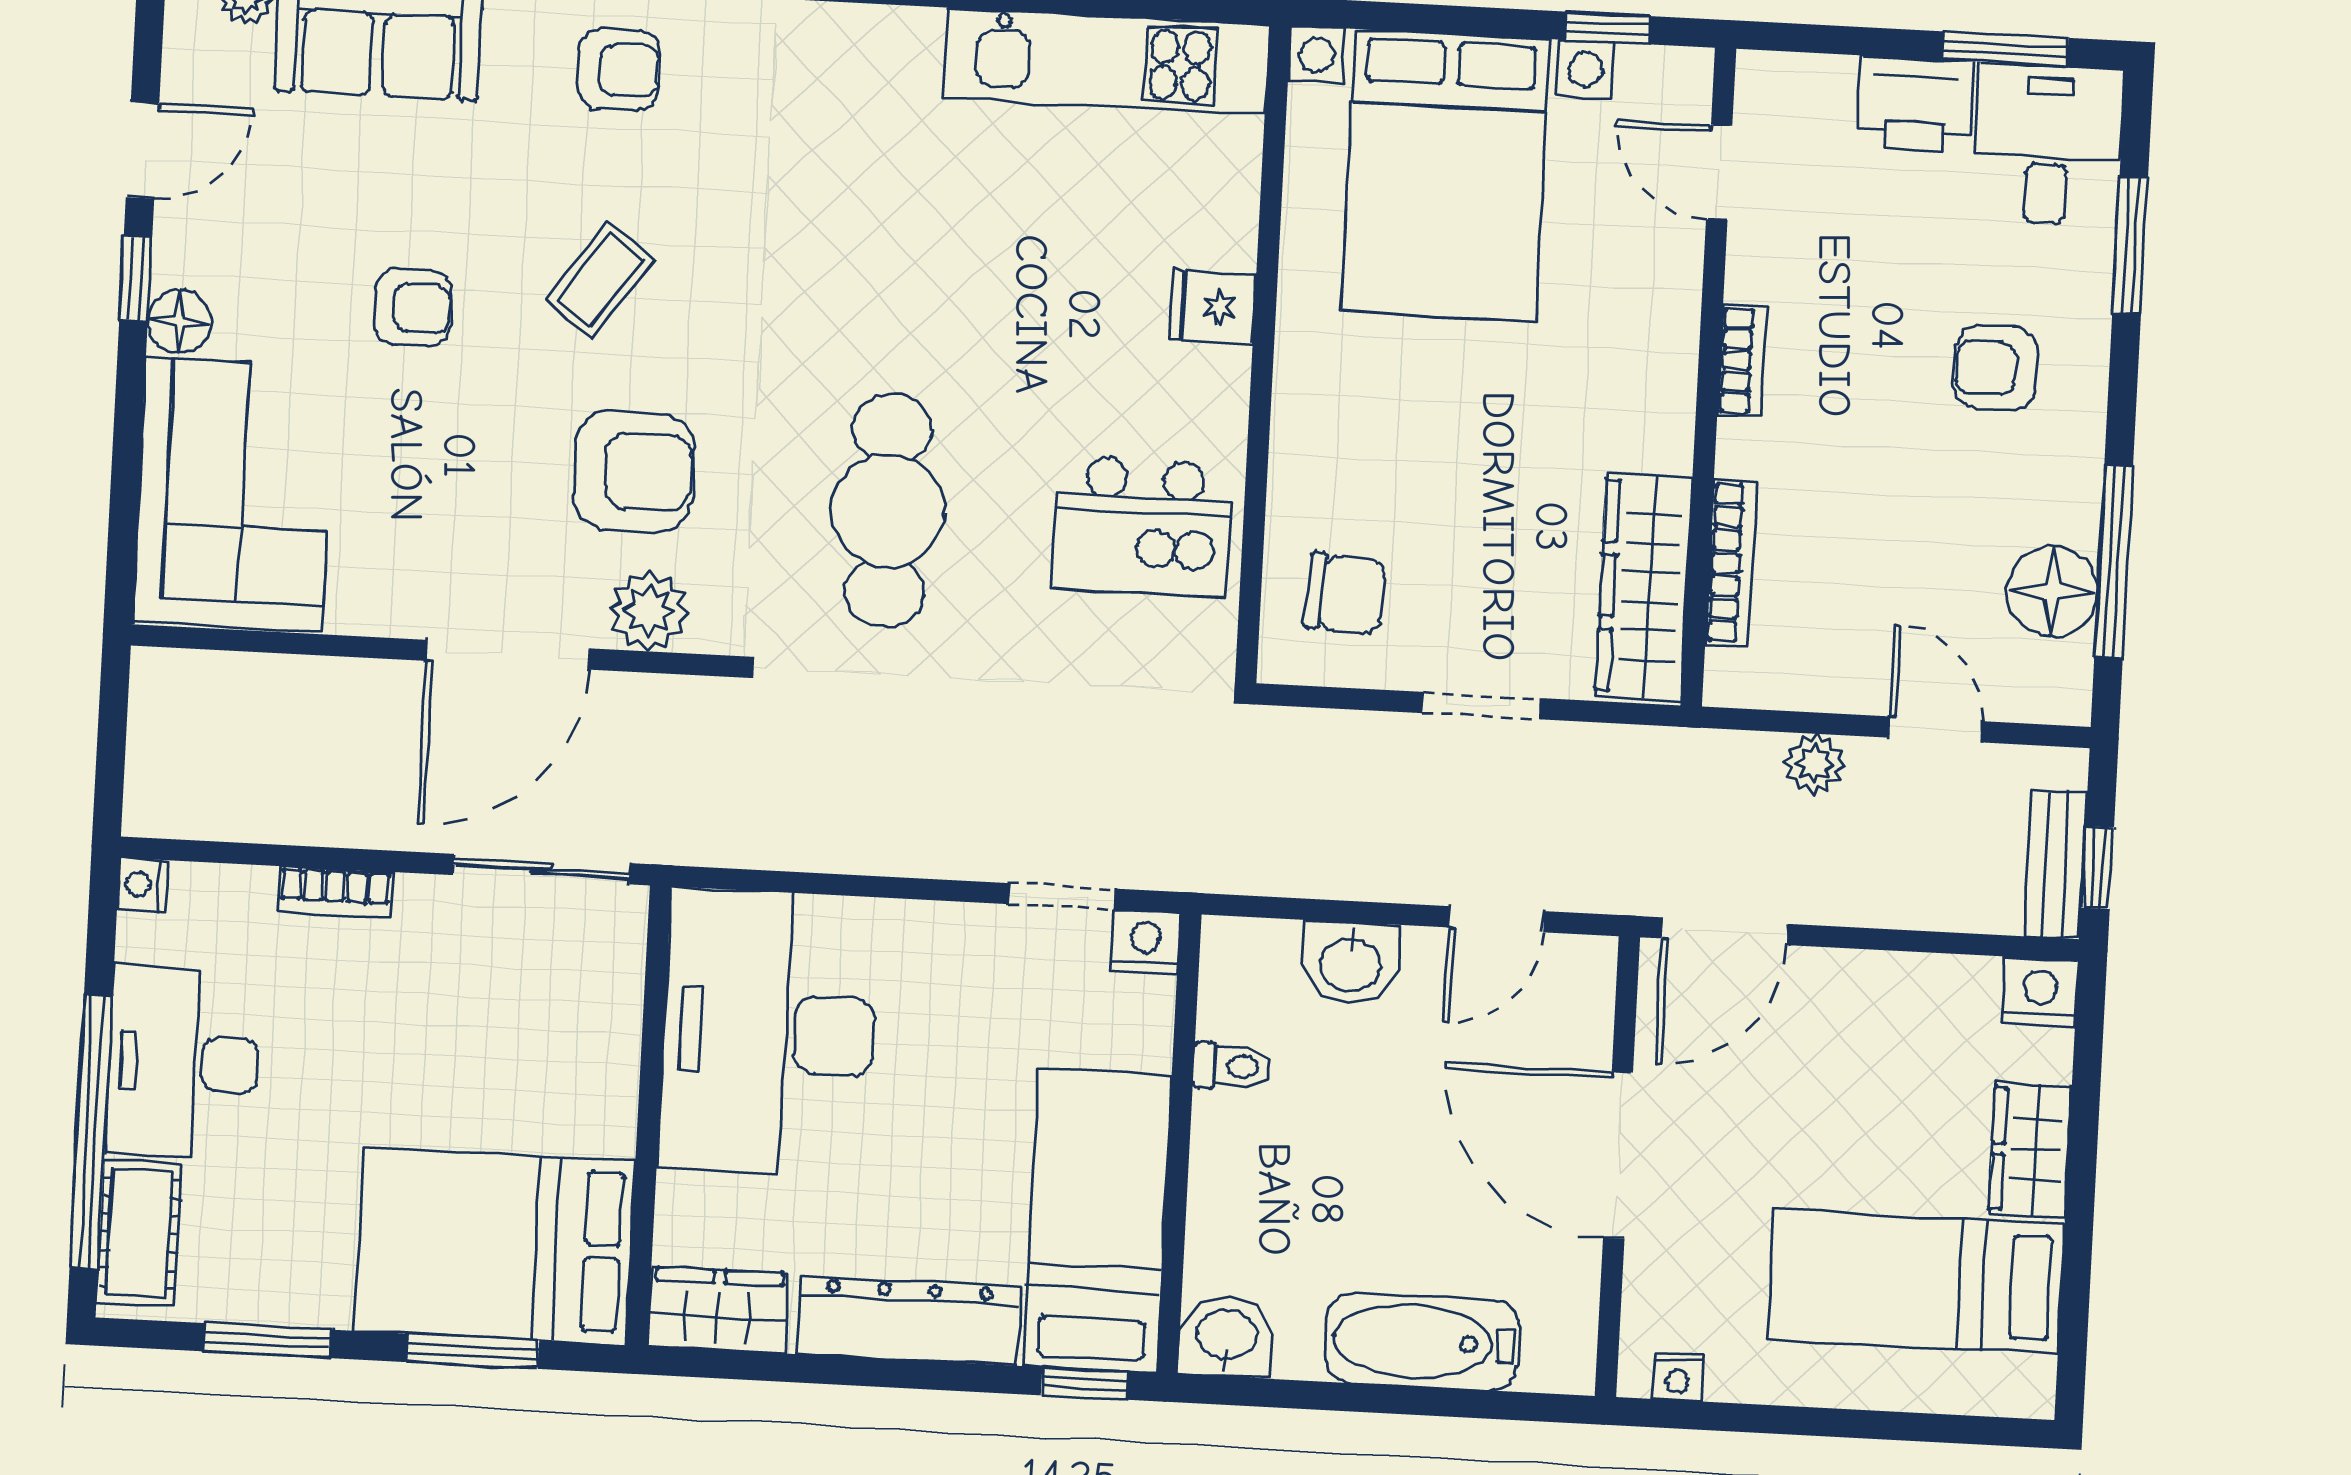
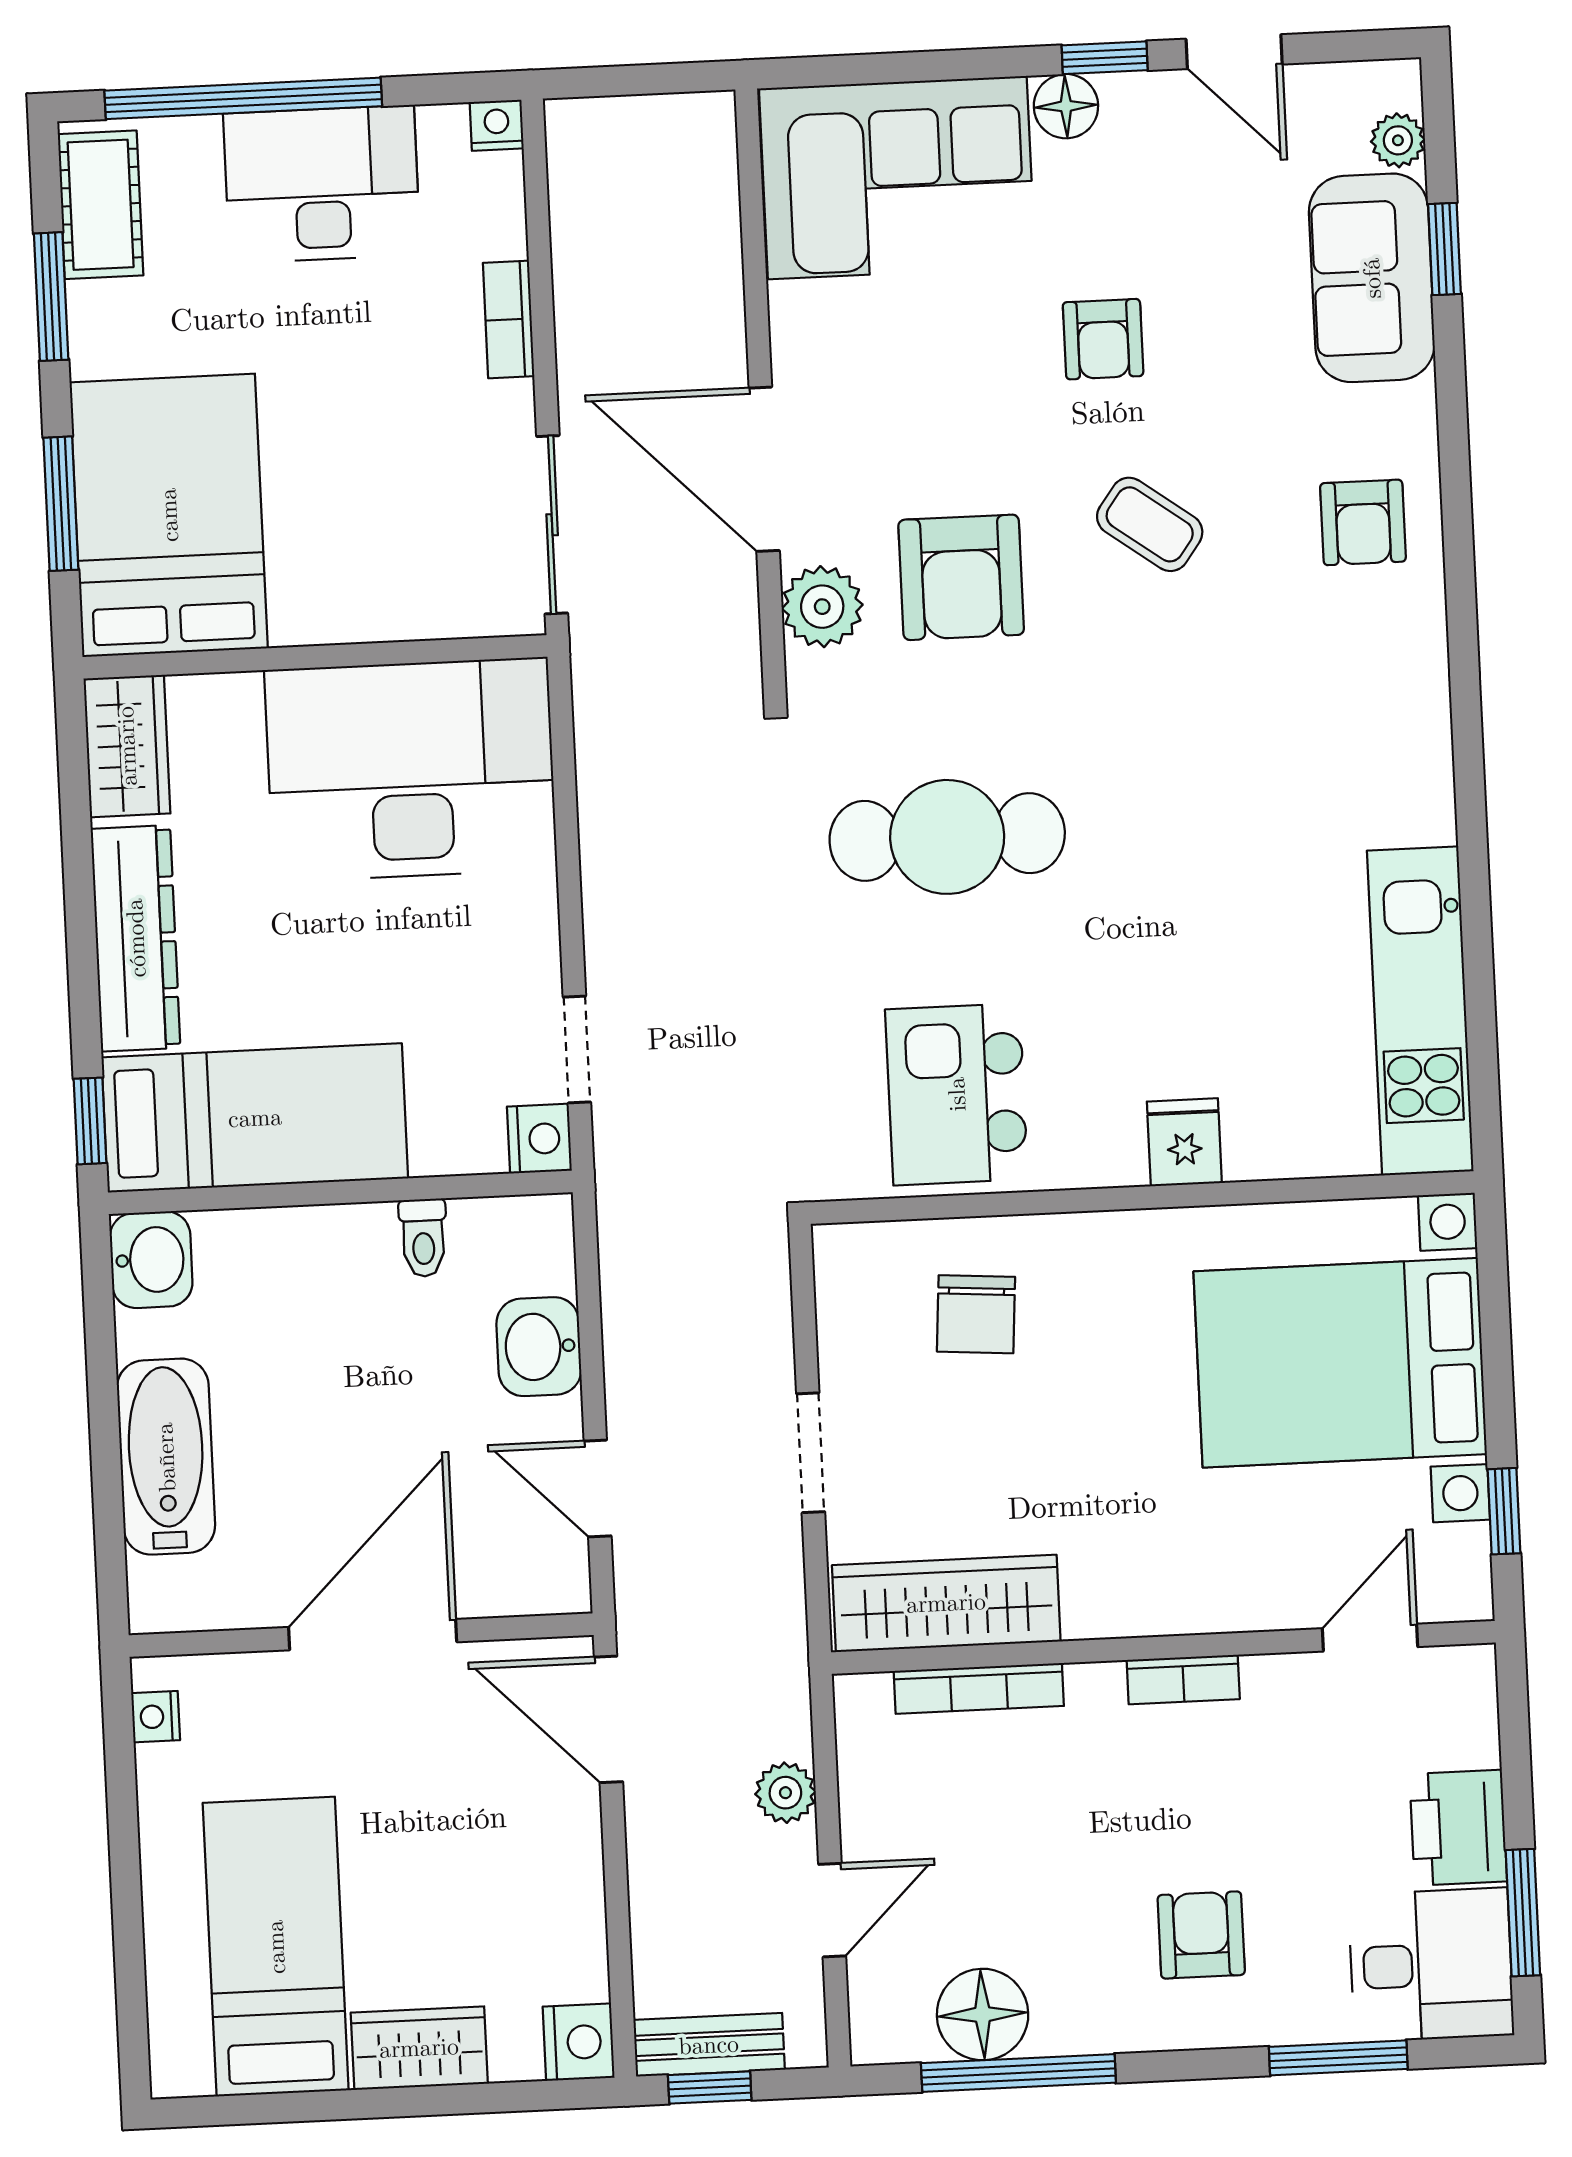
chair: (1345, 594) -> (976, 1314), moved
cot: (139, 1233) -> (101, 205), moved, turned 90

